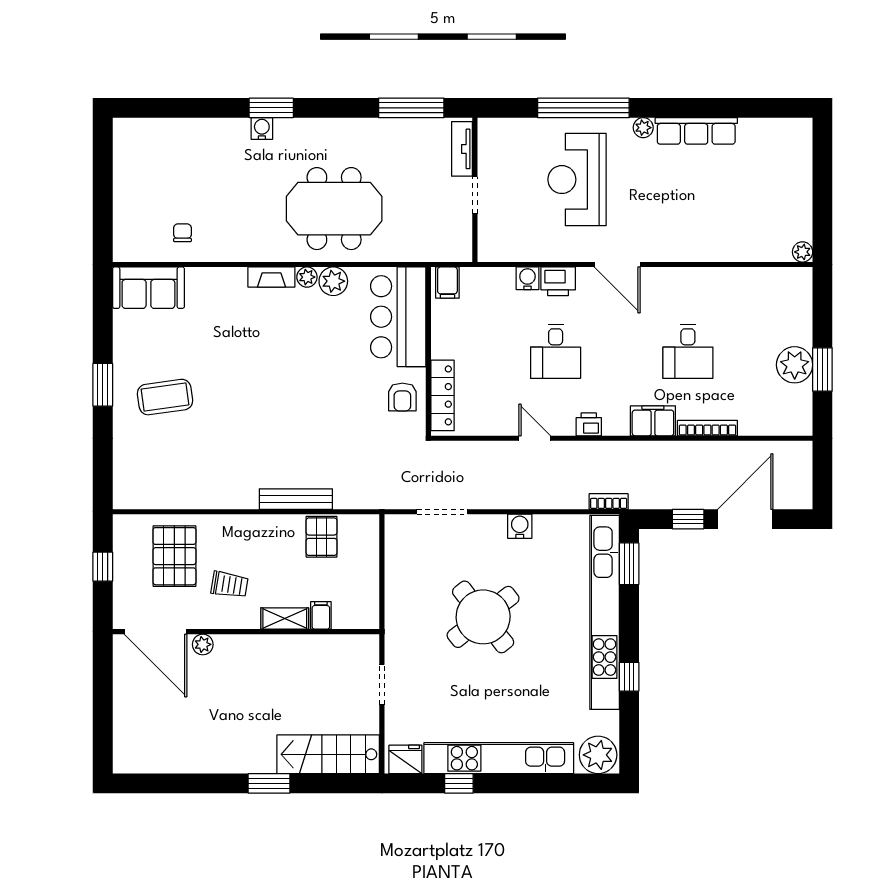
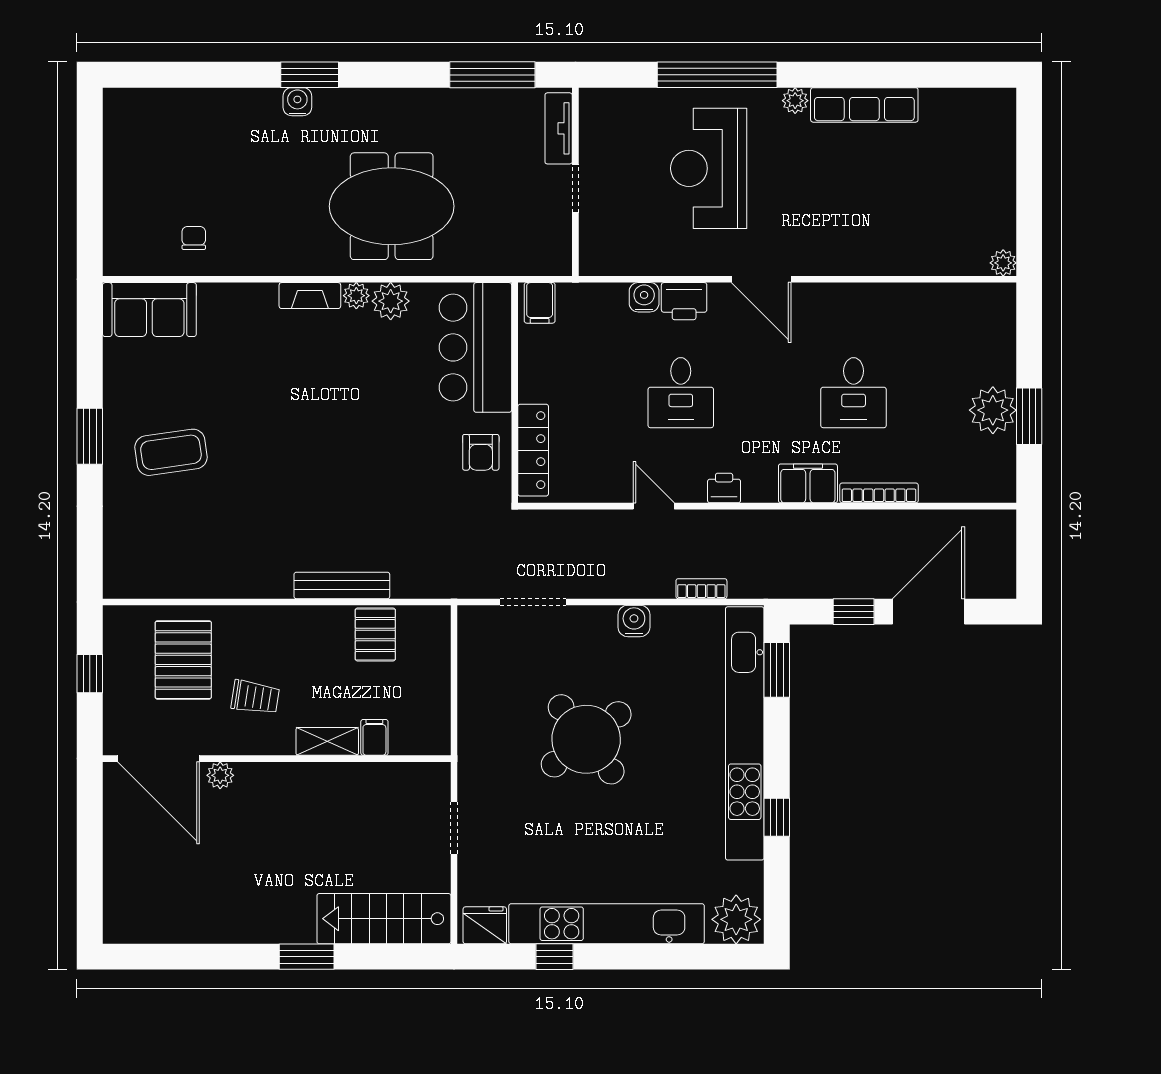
bookcase: (609, 502) -> (701, 589), moved

